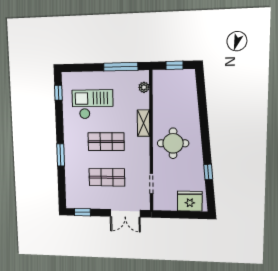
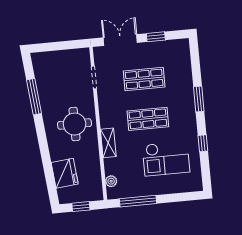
window: (58, 93) -> (203, 143), moved
window: (208, 172) -> (34, 97), width x2.17
fridge: (190, 201) -> (65, 173), moved, turned -96
window: (82, 212) -> (156, 37), moved

